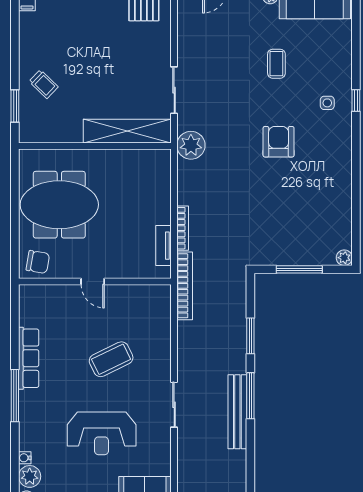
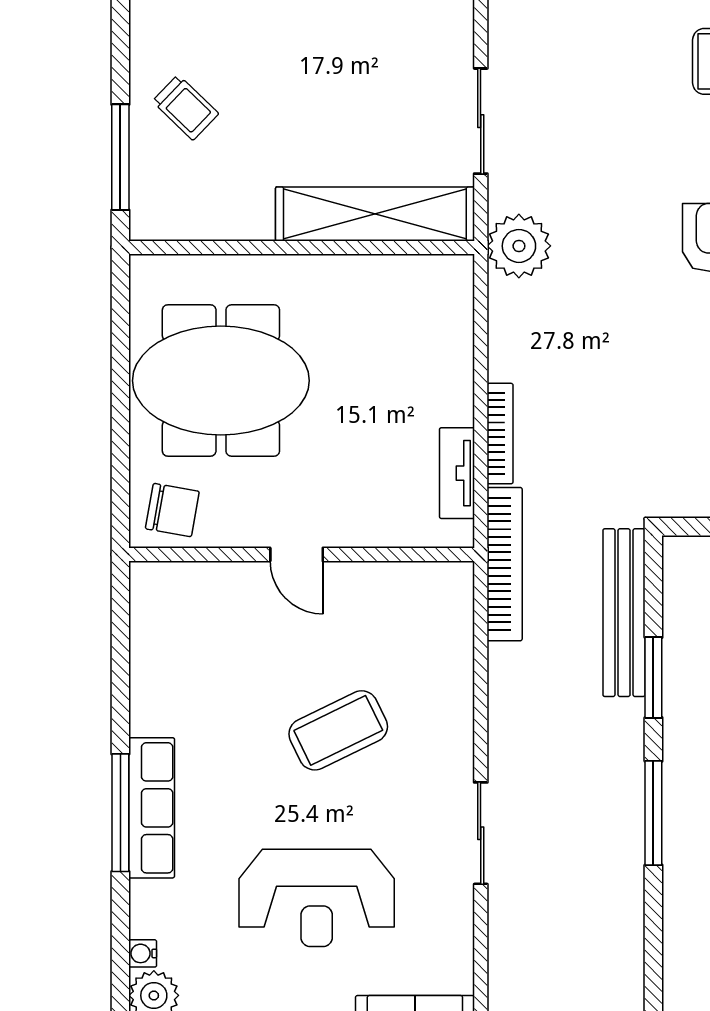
window: (15, 106) -> (120, 157), width x1.44
row of seats: (29, 358) -> (152, 808), moved
bench: (237, 412) -> (624, 613), moved

